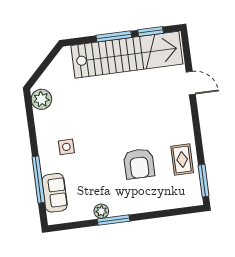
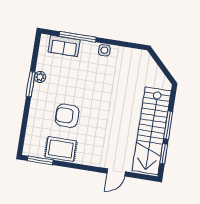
plant: (41, 99) -> (137, 57), removed
side table: (66, 147) -> (104, 50), moved
rug: (182, 160) -> (61, 149), width x1.36, depth x1.43

